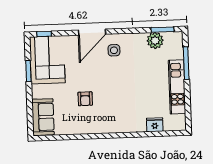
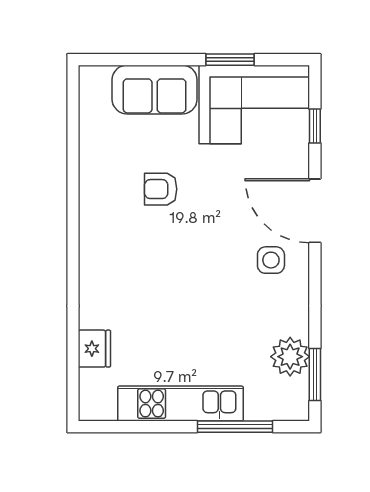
window: (44, 34) -> (315, 126), moved
sofa: (43, 117) -> (155, 90), moved

